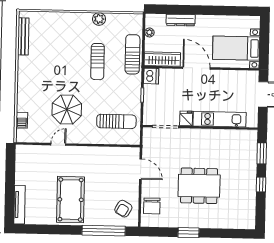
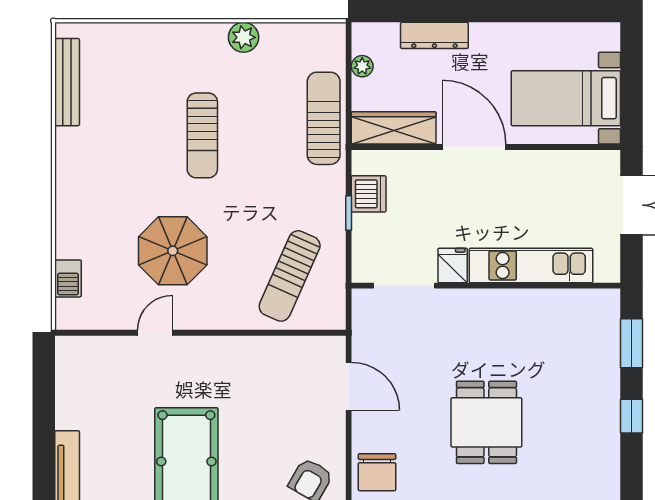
sun lounger: (98, 62) -> (202, 135), moved
dishwasher: (151, 76) -> (369, 194), moved
sun lounger: (116, 121) -> (290, 276), turned 114
dining table: (199, 186) -> (486, 422), width x0.73

